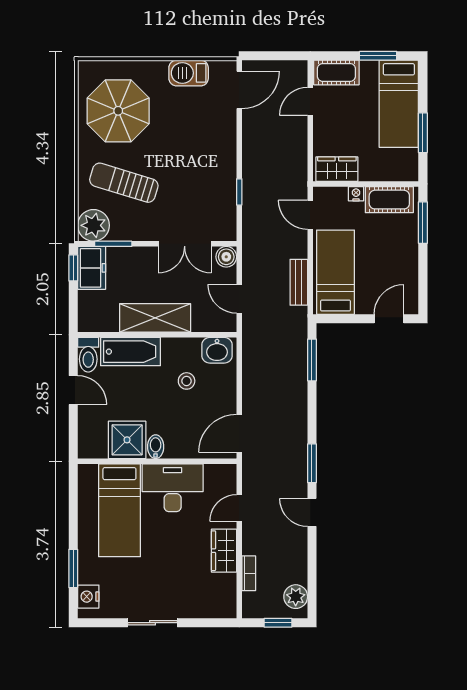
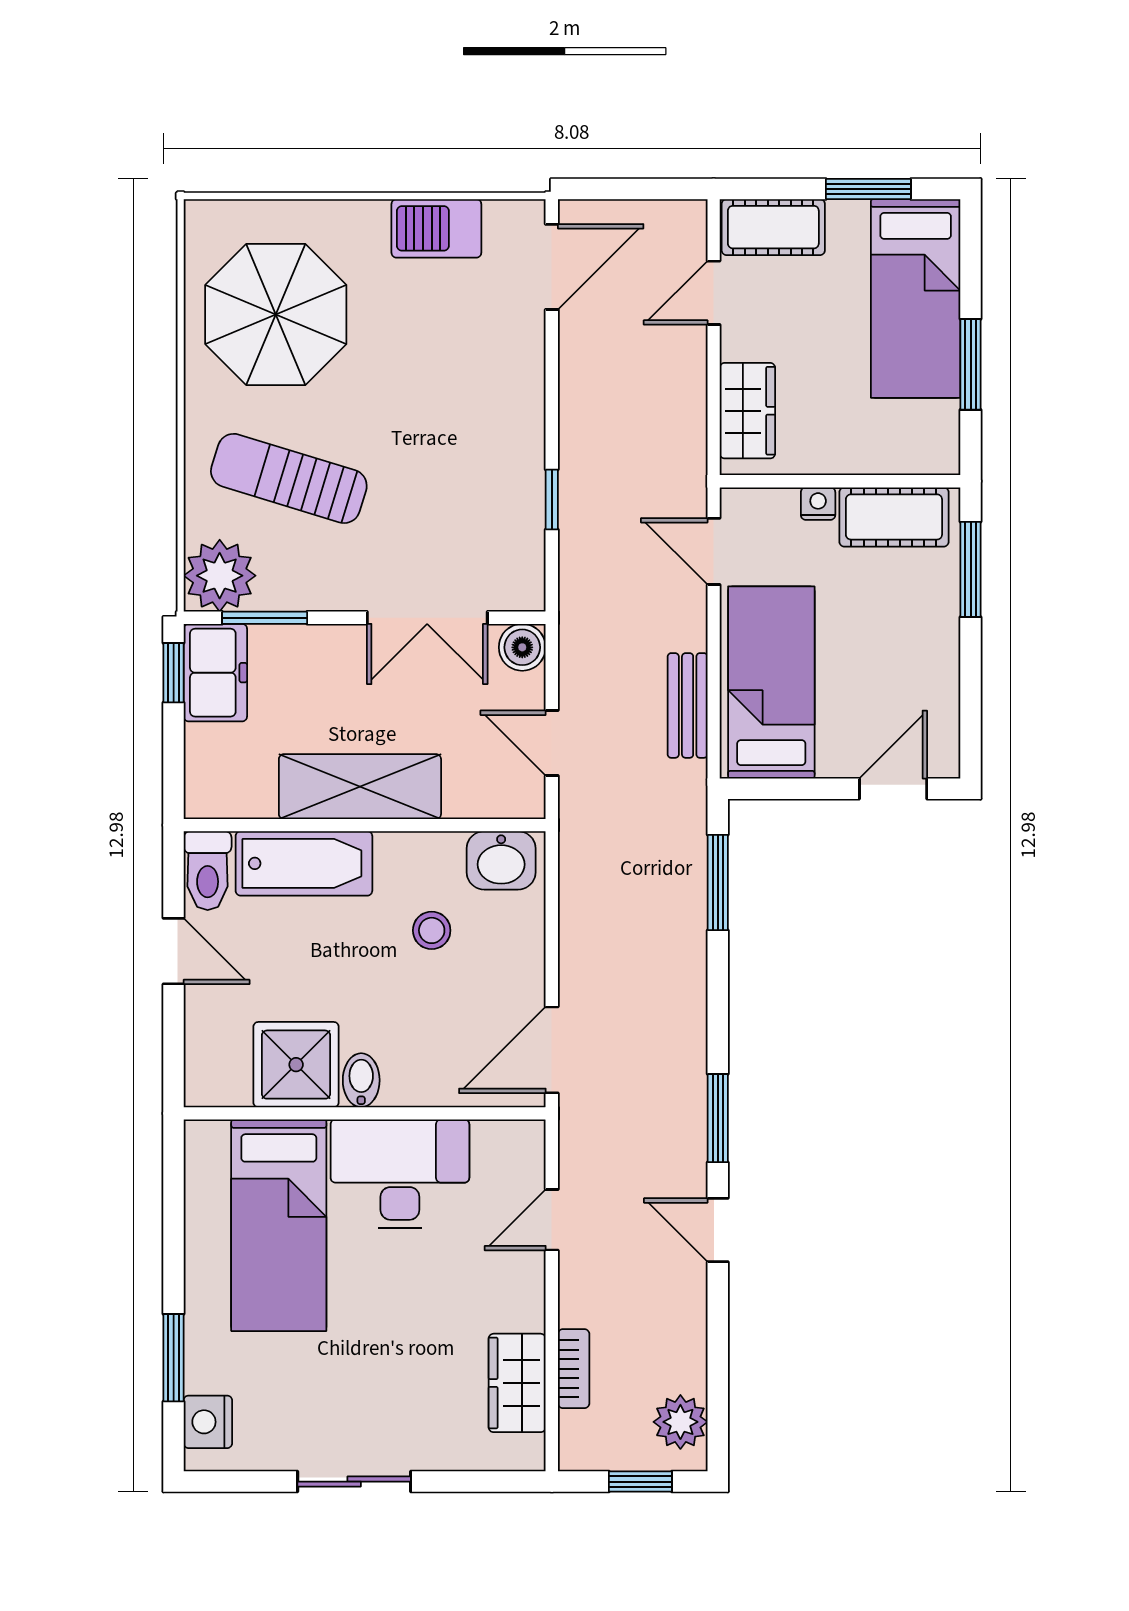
wardrobe: (337, 169) -> (747, 411), moved, turned 90
wardrobe: (224, 551) -> (517, 1383), moved

